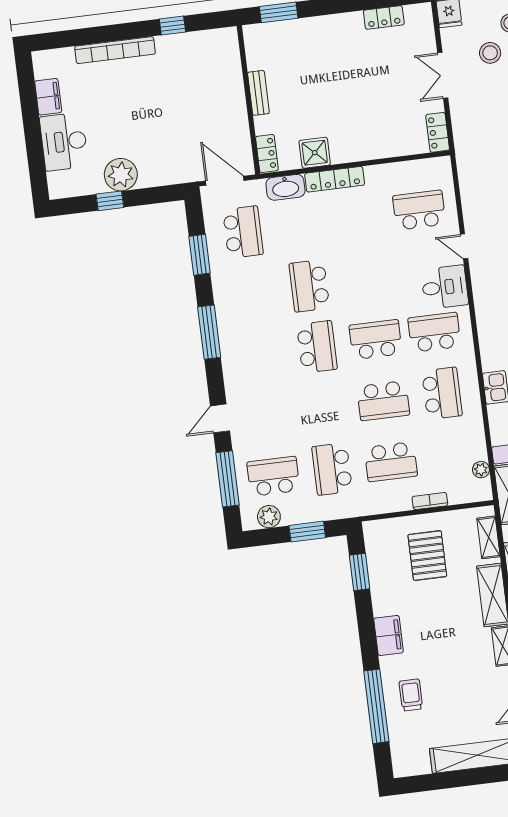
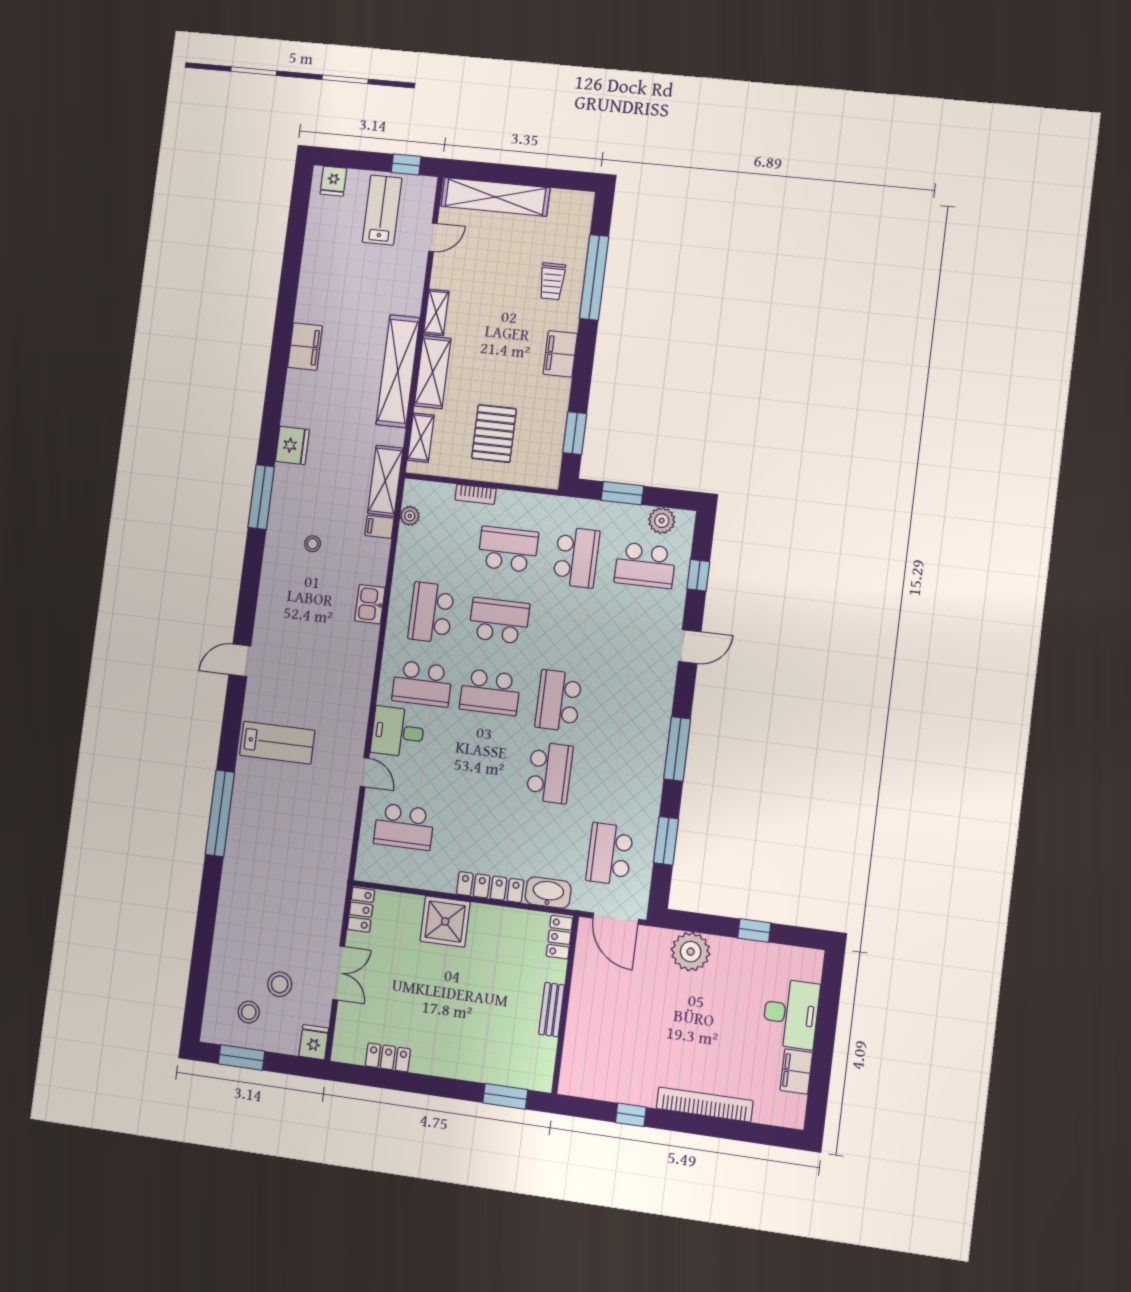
shower: (315, 153) -> (445, 922), moved, width x1.36, depth x1.36
plant: (121, 175) -> (691, 952), moved
window: (227, 479) -> (698, 575), width x0.46

